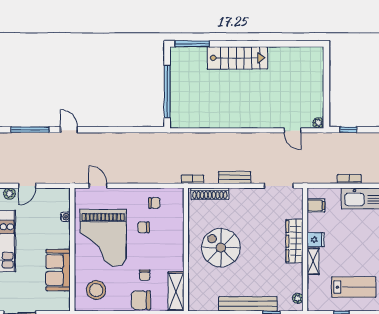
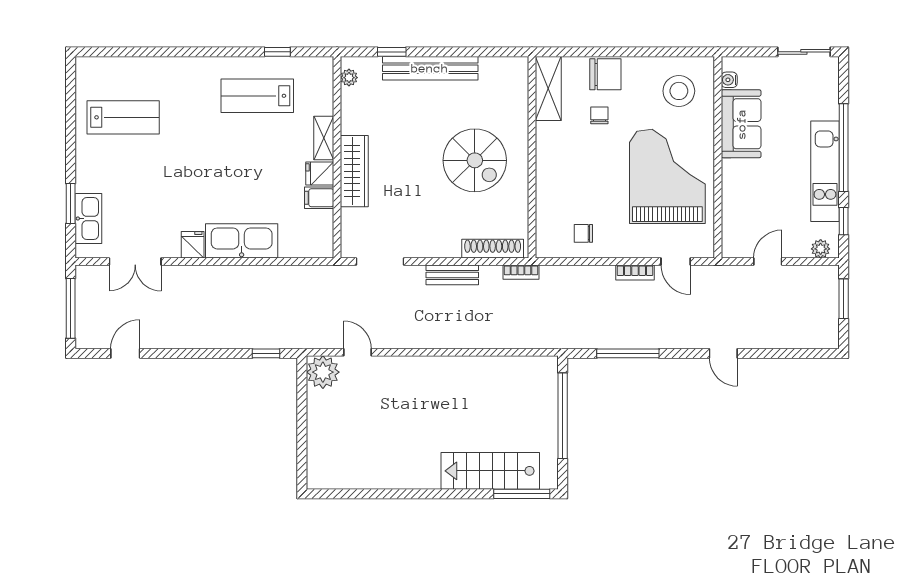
stairs: (237, 58) -> (490, 471), moved
plant: (318, 123) -> (323, 372), width x1.88, depth x1.88
window: (30, 130) -> (628, 353), moved
bookcase: (349, 179) -> (635, 273), moved
door: (27, 186) -> (768, 262), moved
filing cabinet: (316, 205) -> (319, 198), moved
water cooler: (65, 217) -> (729, 80), moved
chair: (144, 227) -> (601, 193), removed

